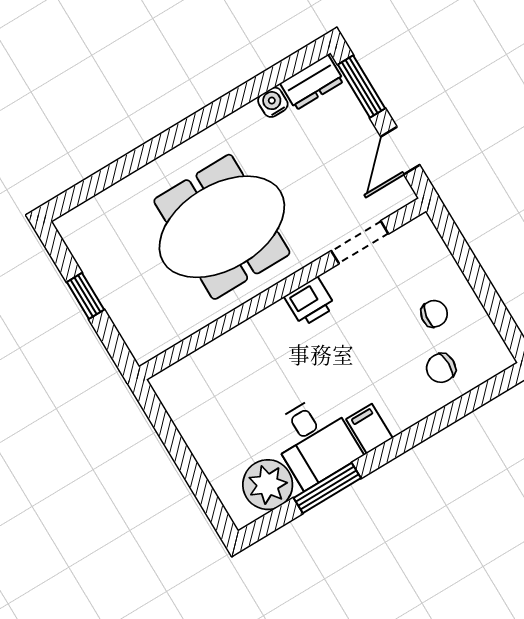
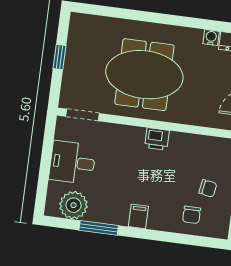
doorway: (360, 242) -> (82, 115), moved
chair: (441, 368) -> (192, 215), turned -90
desk: (315, 441) -> (72, 163), moved, turned 90

